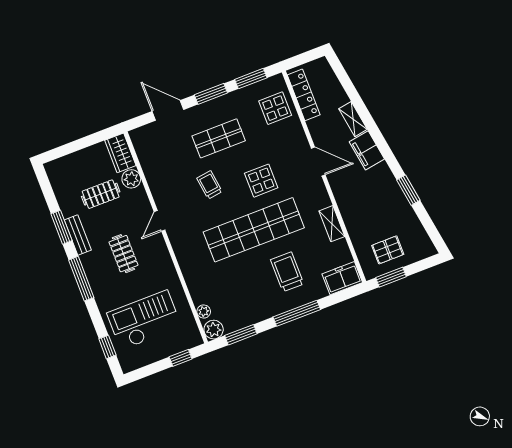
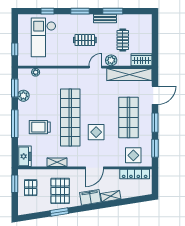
shop shelf: (219, 138) -> (129, 117), width x1.43, depth x1.36
shelving: (151, 163) -> (129, 74), added
plant: (131, 179) -> (111, 60), moved
trolley: (209, 185) -> (105, 102), removed
pallet: (375, 202) -> (60, 191), added
door: (160, 221) -> (95, 67), hinge flipped
trolley: (287, 272) -> (40, 127), turned 180
window: (81, 279) -> (80, 11), width x0.69
checkout: (144, 320) -> (43, 37), turned 180
plant: (214, 330) -> (23, 96), moved
window: (107, 347) -> (47, 11), moved

